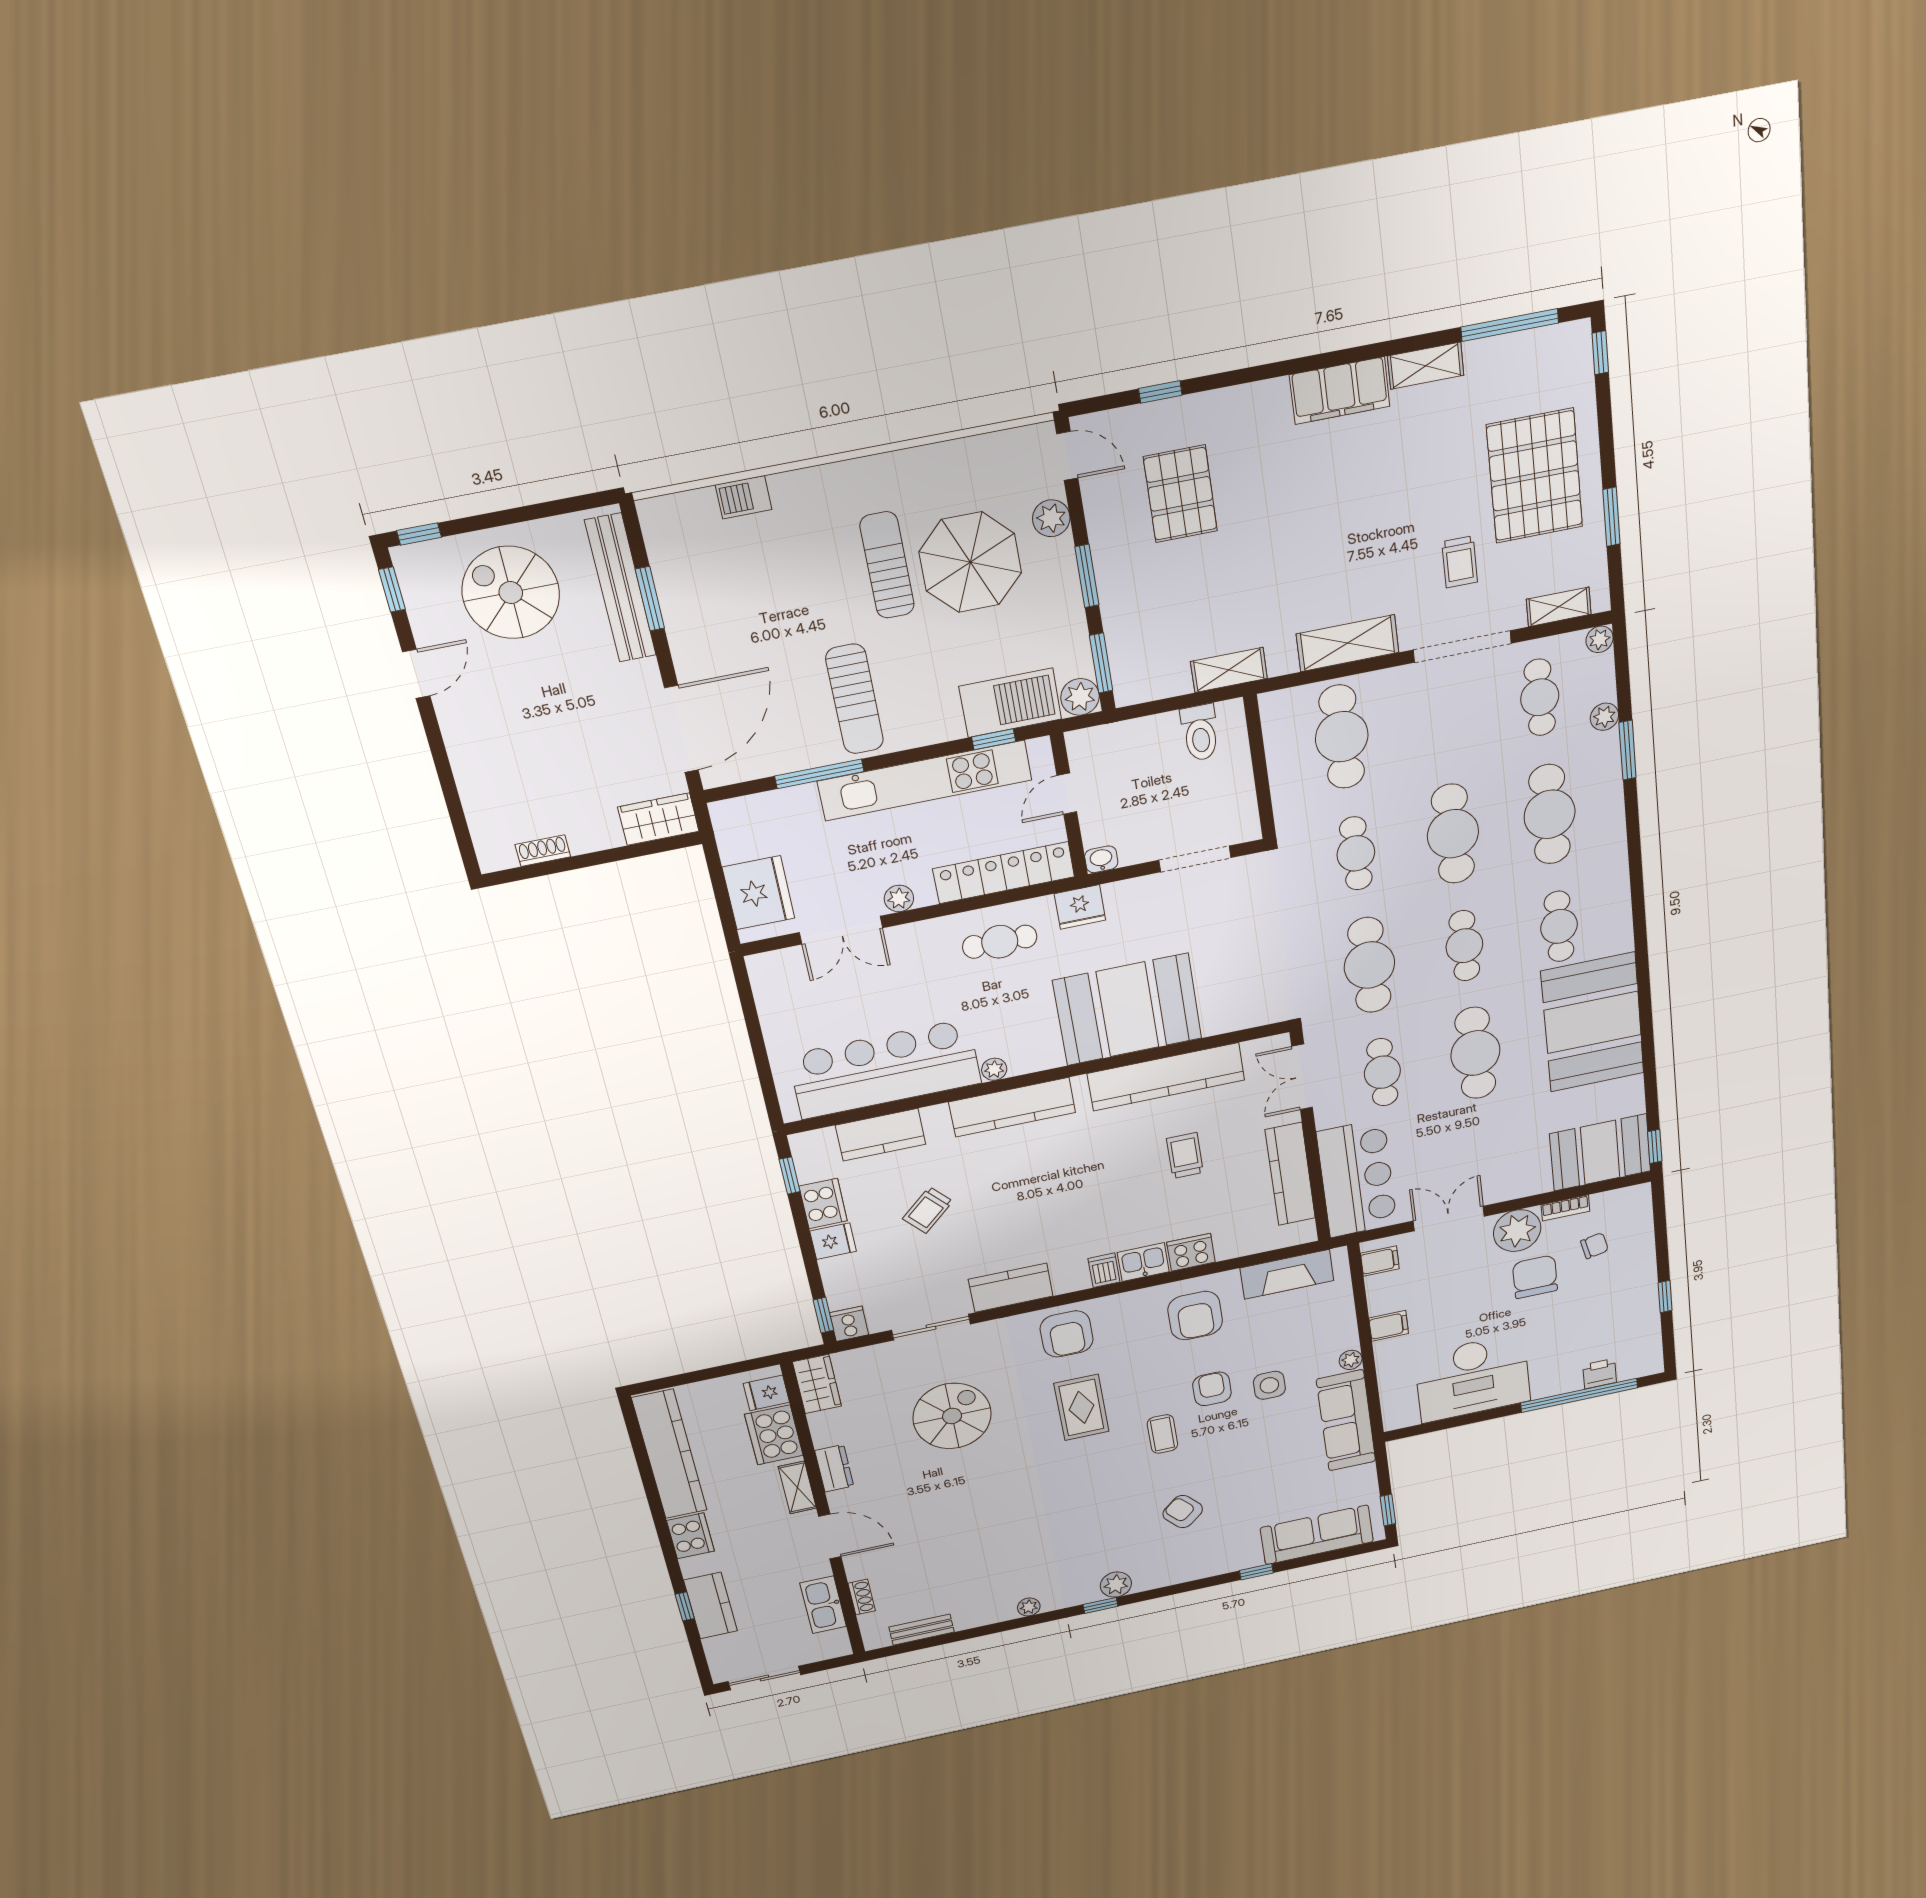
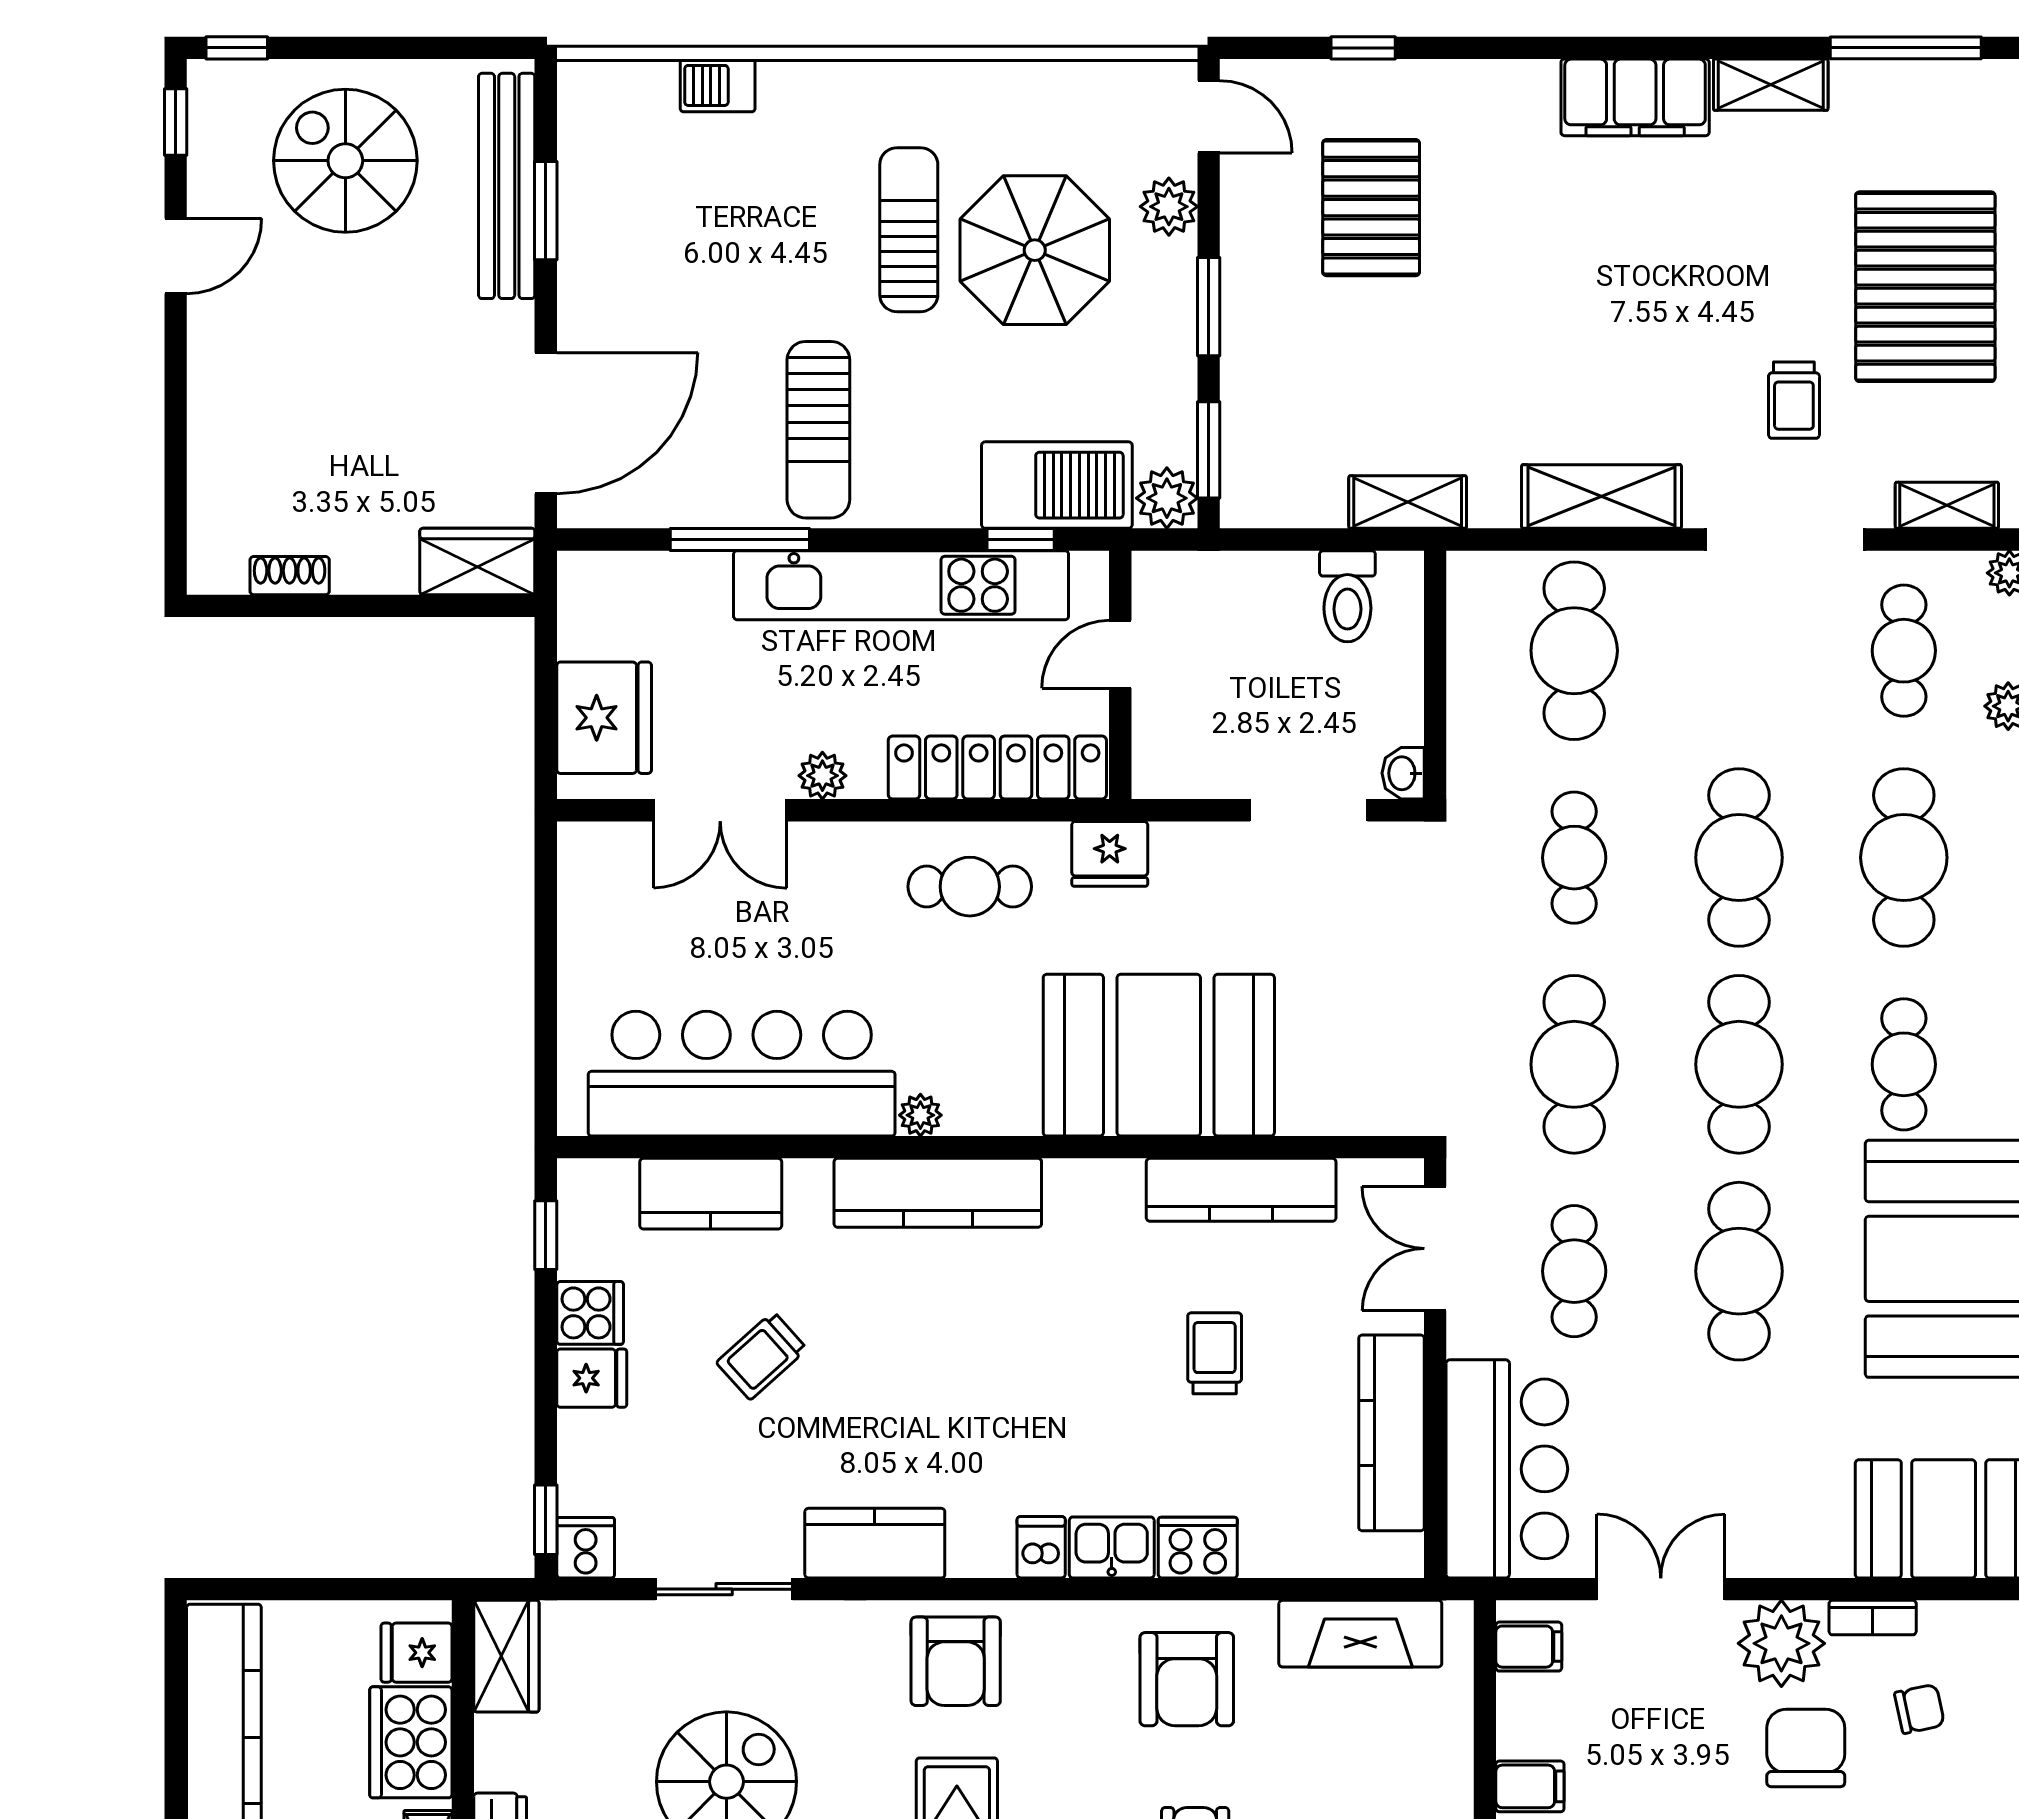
washbasin: (1101, 859) -> (1403, 773), moved, turned -90
cafe table: (1464, 946) -> (1739, 1064), width x1.37, depth x1.35
kitchen counter: (1166, 1077) -> (1241, 1190), width x0.72, depth x0.86
cooker: (823, 1203) -> (590, 1313), width x0.73

